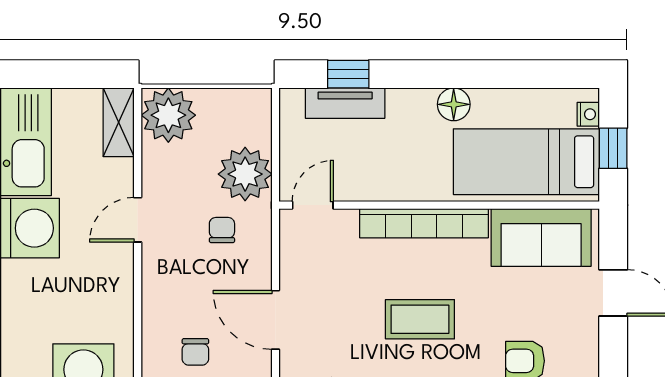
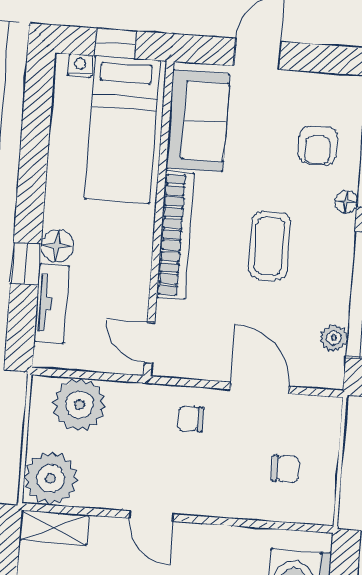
window: (348, 74) -> (26, 264), moved
floor lamp: (454, 104) -> (57, 246), moved
plant: (245, 174) -> (79, 405), moved
chair: (222, 230) -> (190, 419), moved
door: (275, 320) -> (260, 388), swing flipped

